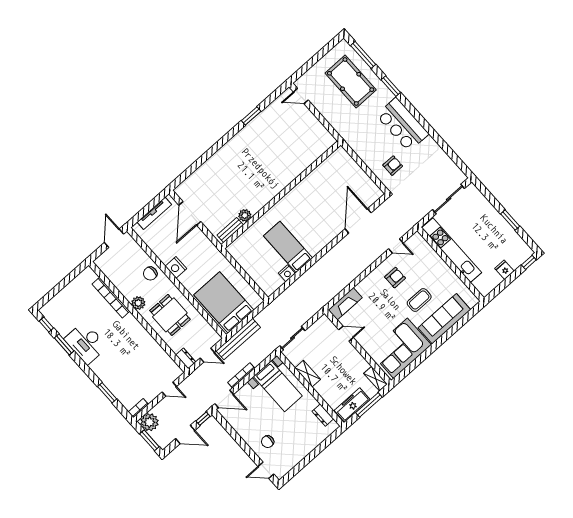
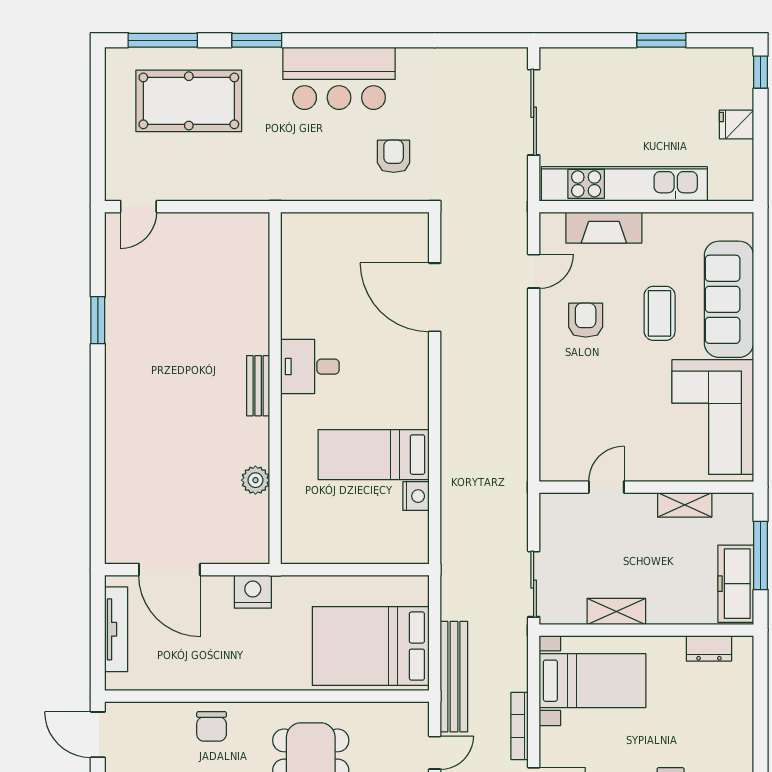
desk: (298, 200) -> (310, 367), added
bench: (230, 230) -> (258, 386), moved
nightstand: (176, 267) -> (253, 592), moved, turned 180
fireplace: (345, 304) -> (604, 228), moved, turned 90
shelving: (376, 379) -> (685, 505), moved

